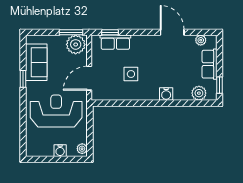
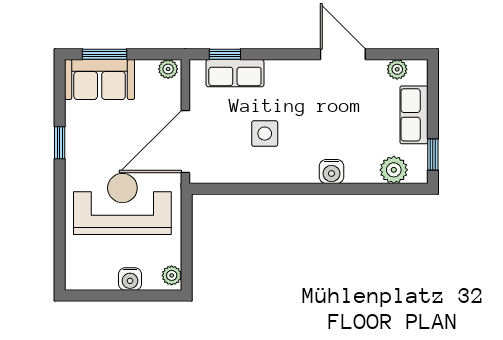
window: (71, 32) -> (104, 54), moved
plant: (76, 44) -> (168, 69), width x0.53, depth x0.53
sofa: (36, 62) -> (100, 79), moved, turned 90
door: (89, 78) -> (185, 142), width x1.36

